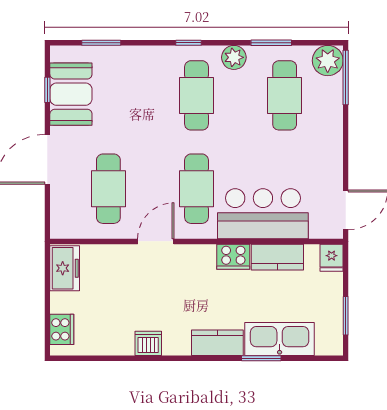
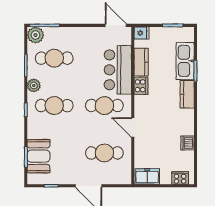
booth: (71, 94) -> (39, 156), moved, turned 90
dishwasher: (148, 343) -> (188, 143), moved

